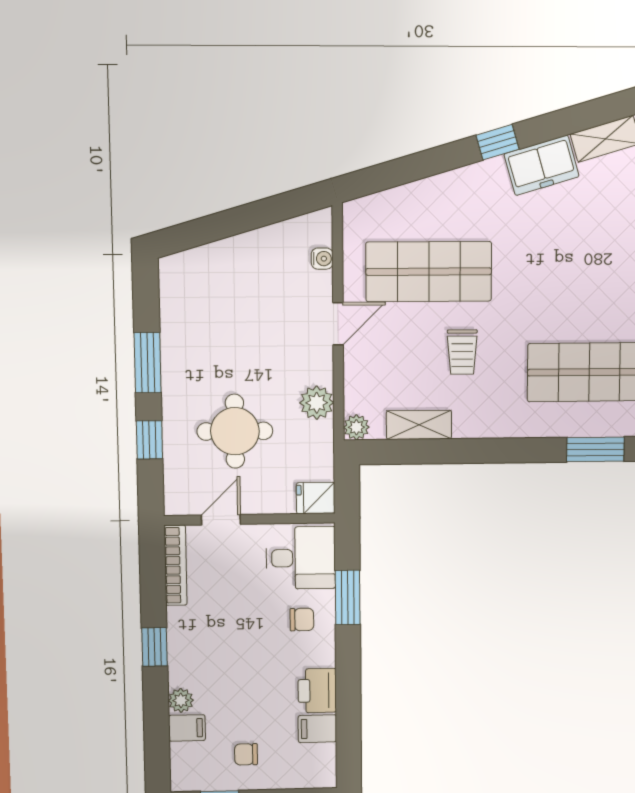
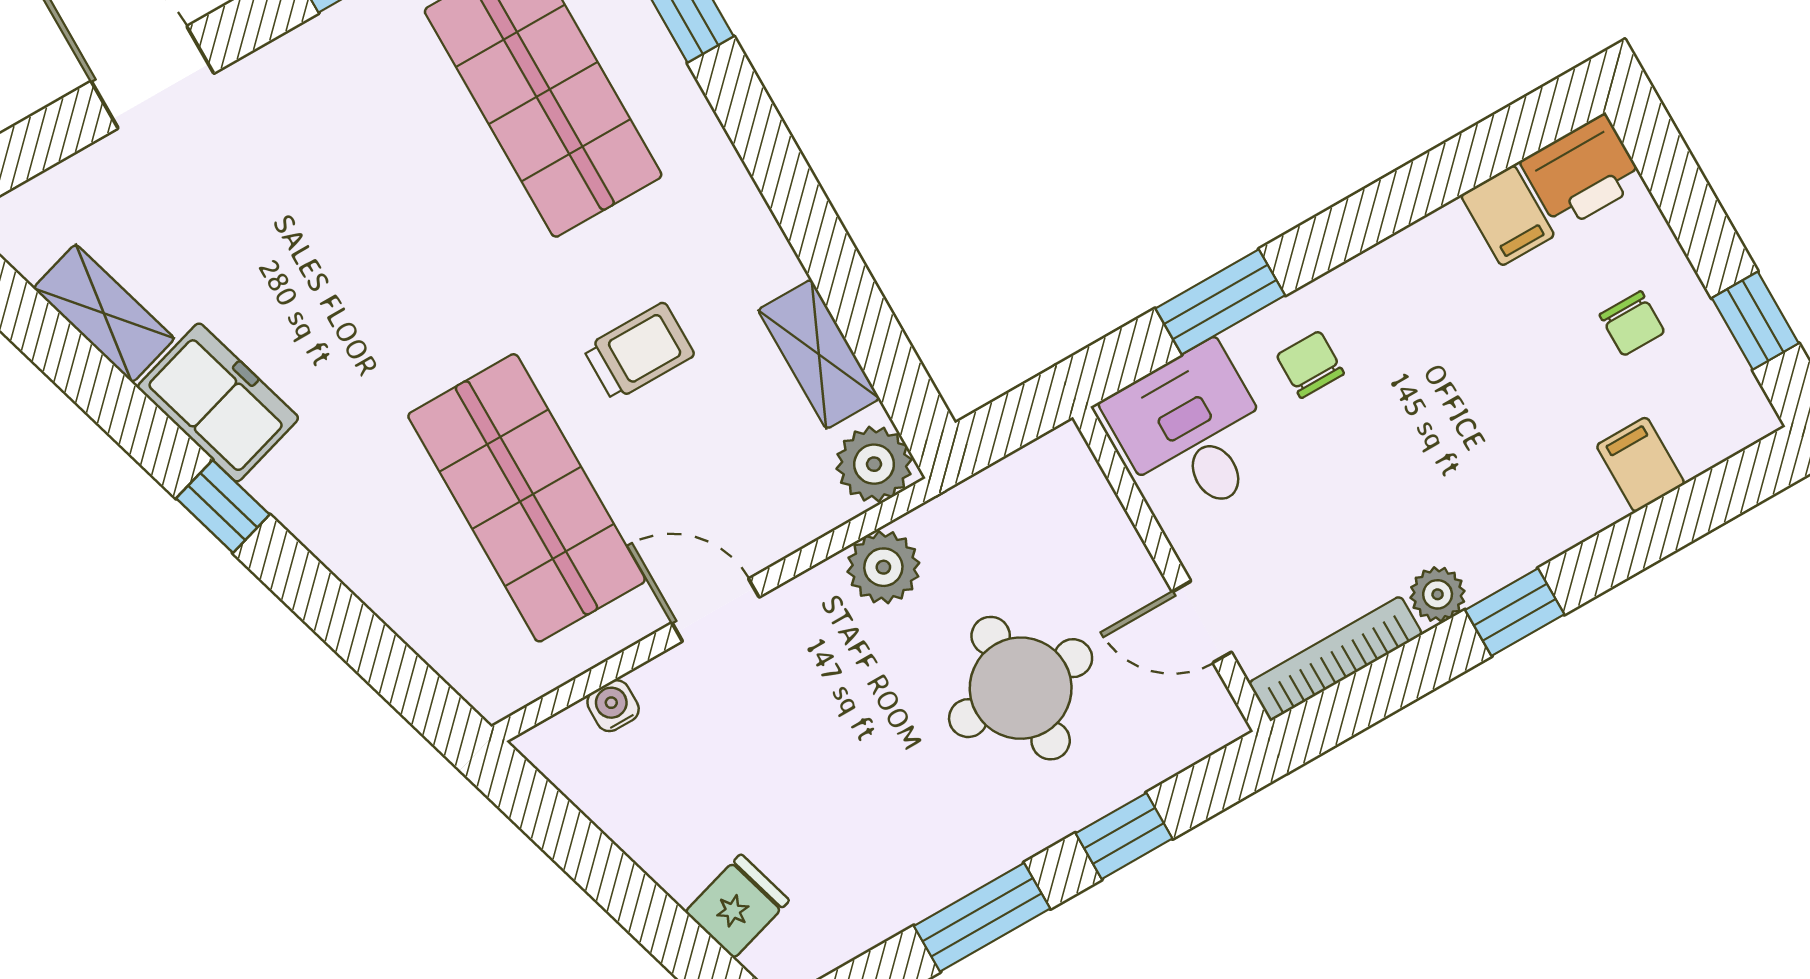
plant: (356, 427) -> (874, 464), width x1.38, depth x1.38
fridge: (316, 498) -> (737, 906), moved, turned -106
printer: (317, 691) -> (1582, 172), moved
plant: (181, 700) -> (1438, 594), moved

